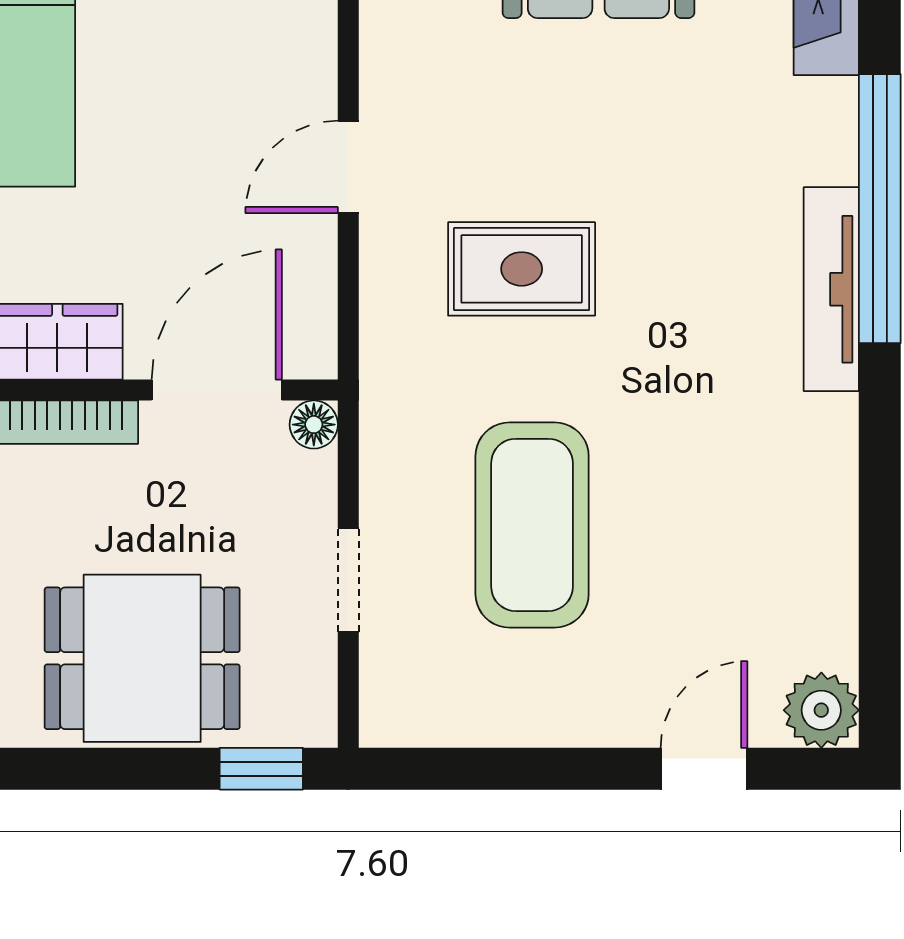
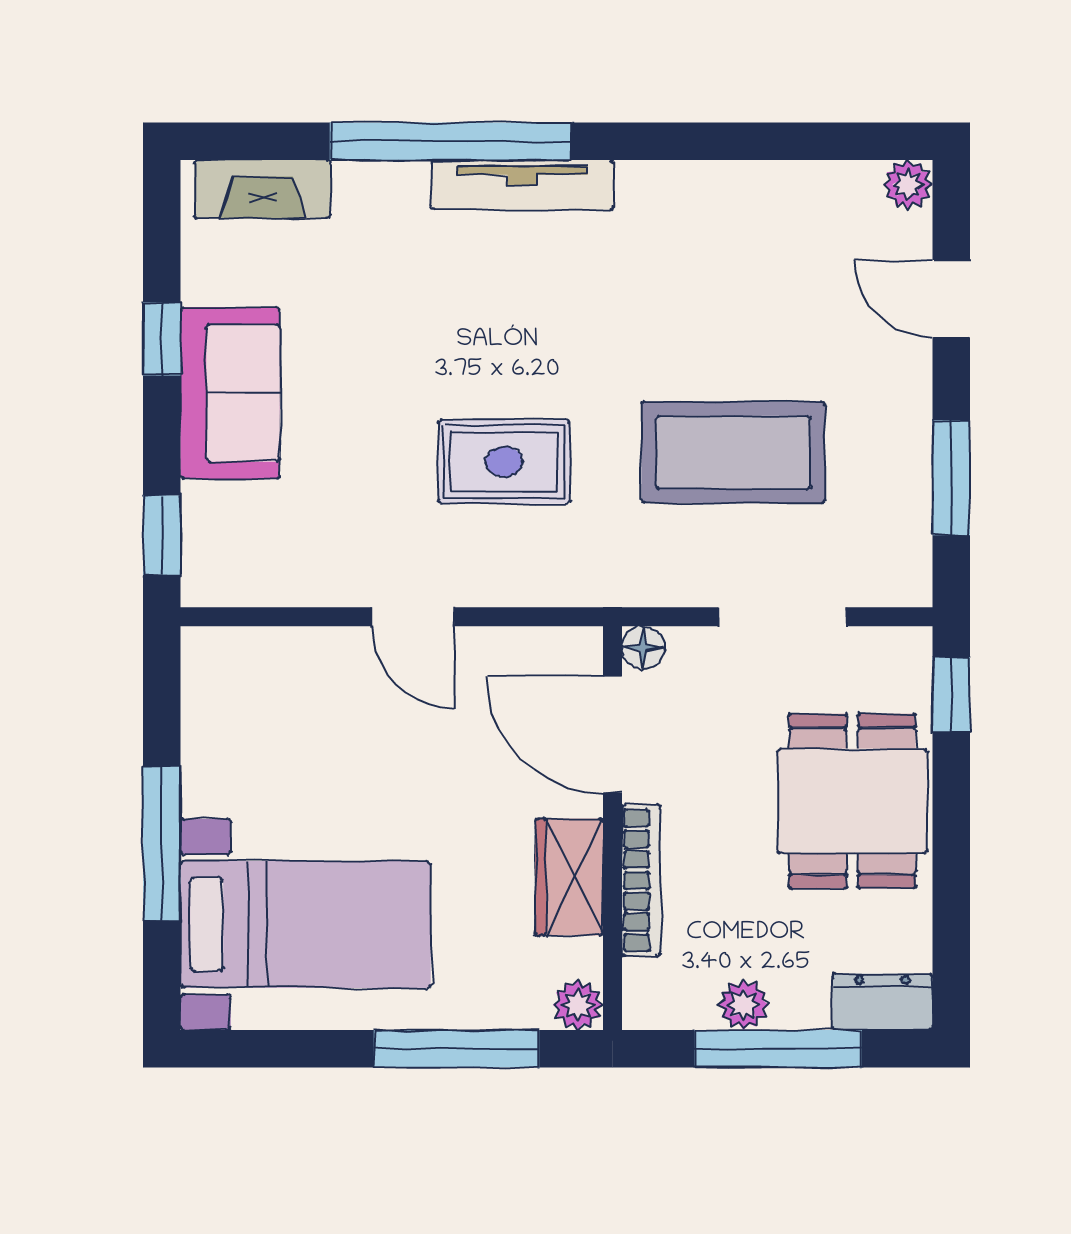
rug: (522, 269) -> (504, 462), turned 90
doorway: (348, 580) -> (782, 617), width x1.38
plant: (821, 710) -> (908, 184), width x0.73, depth x0.73
window: (504, 769) -> (951, 478), added

